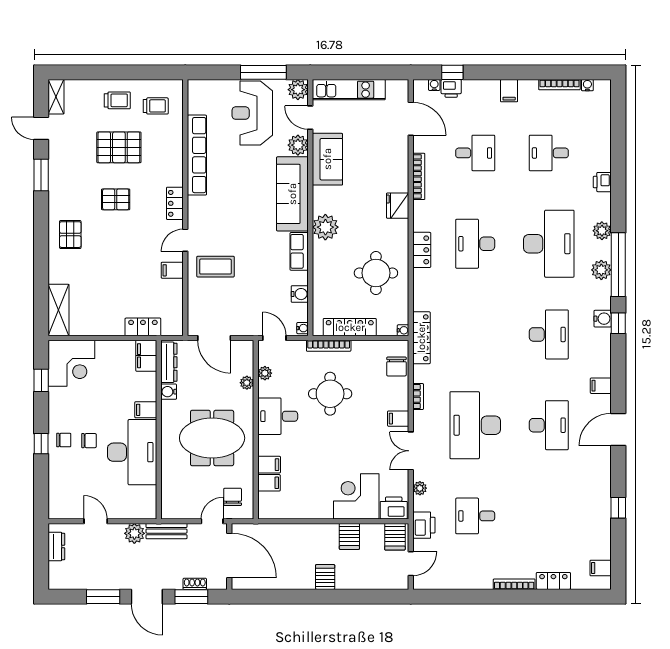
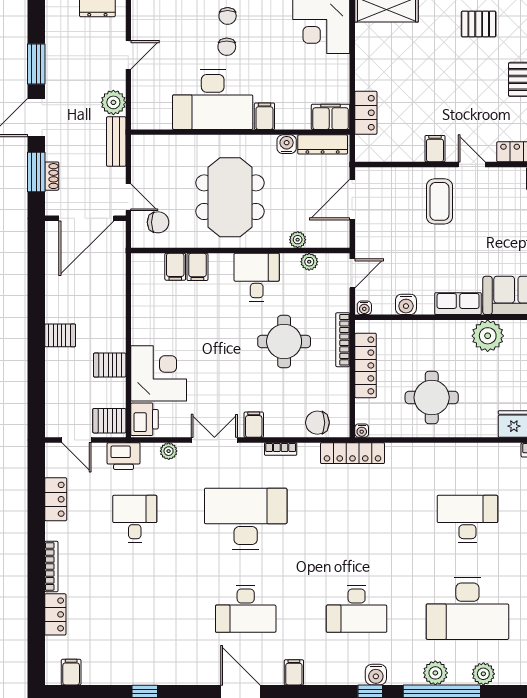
locker: (422, 250) -> (56, 499), moved, turned -90

